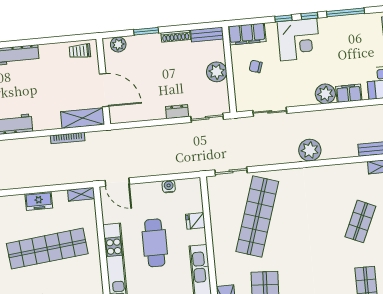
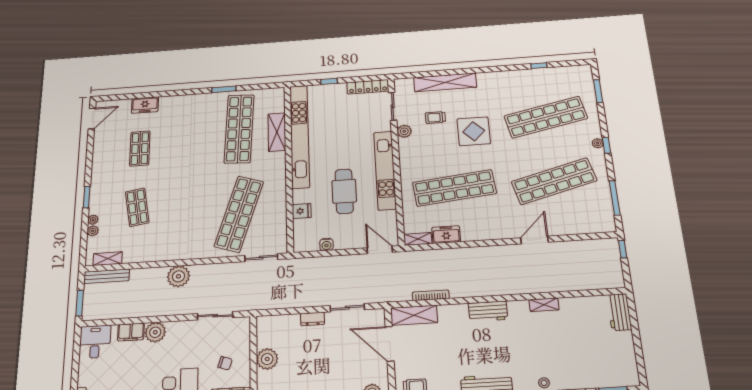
sliding door: (207, 118) -> (347, 308), moved
freezer: (39, 201) -> (446, 235), moved
shop shelf: (360, 221) -> (137, 207), turned -33

